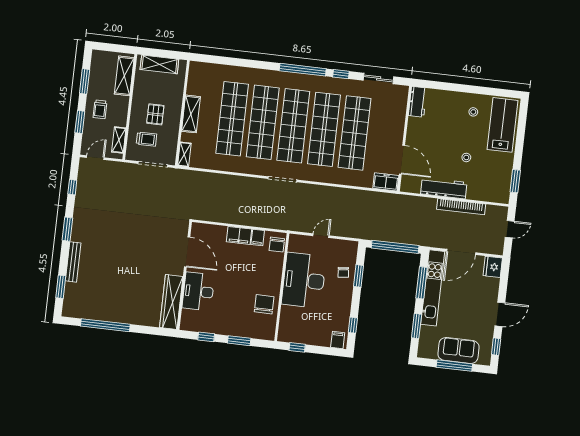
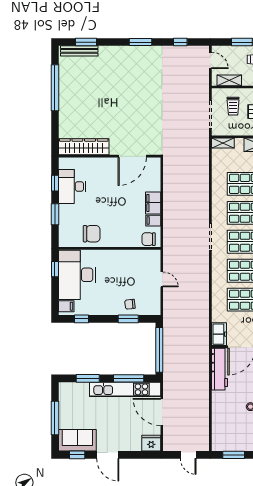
workbench: (444, 188) -> (219, 369), moved
bookcase: (461, 207) -> (204, 407), removed
bench: (73, 262) -> (79, 51), moved
desk: (304, 280) -> (77, 275), moved, turned -90
desk: (198, 291) -> (72, 186), moved, turned -90
sofa: (458, 350) -> (77, 440), moved, turned -90

